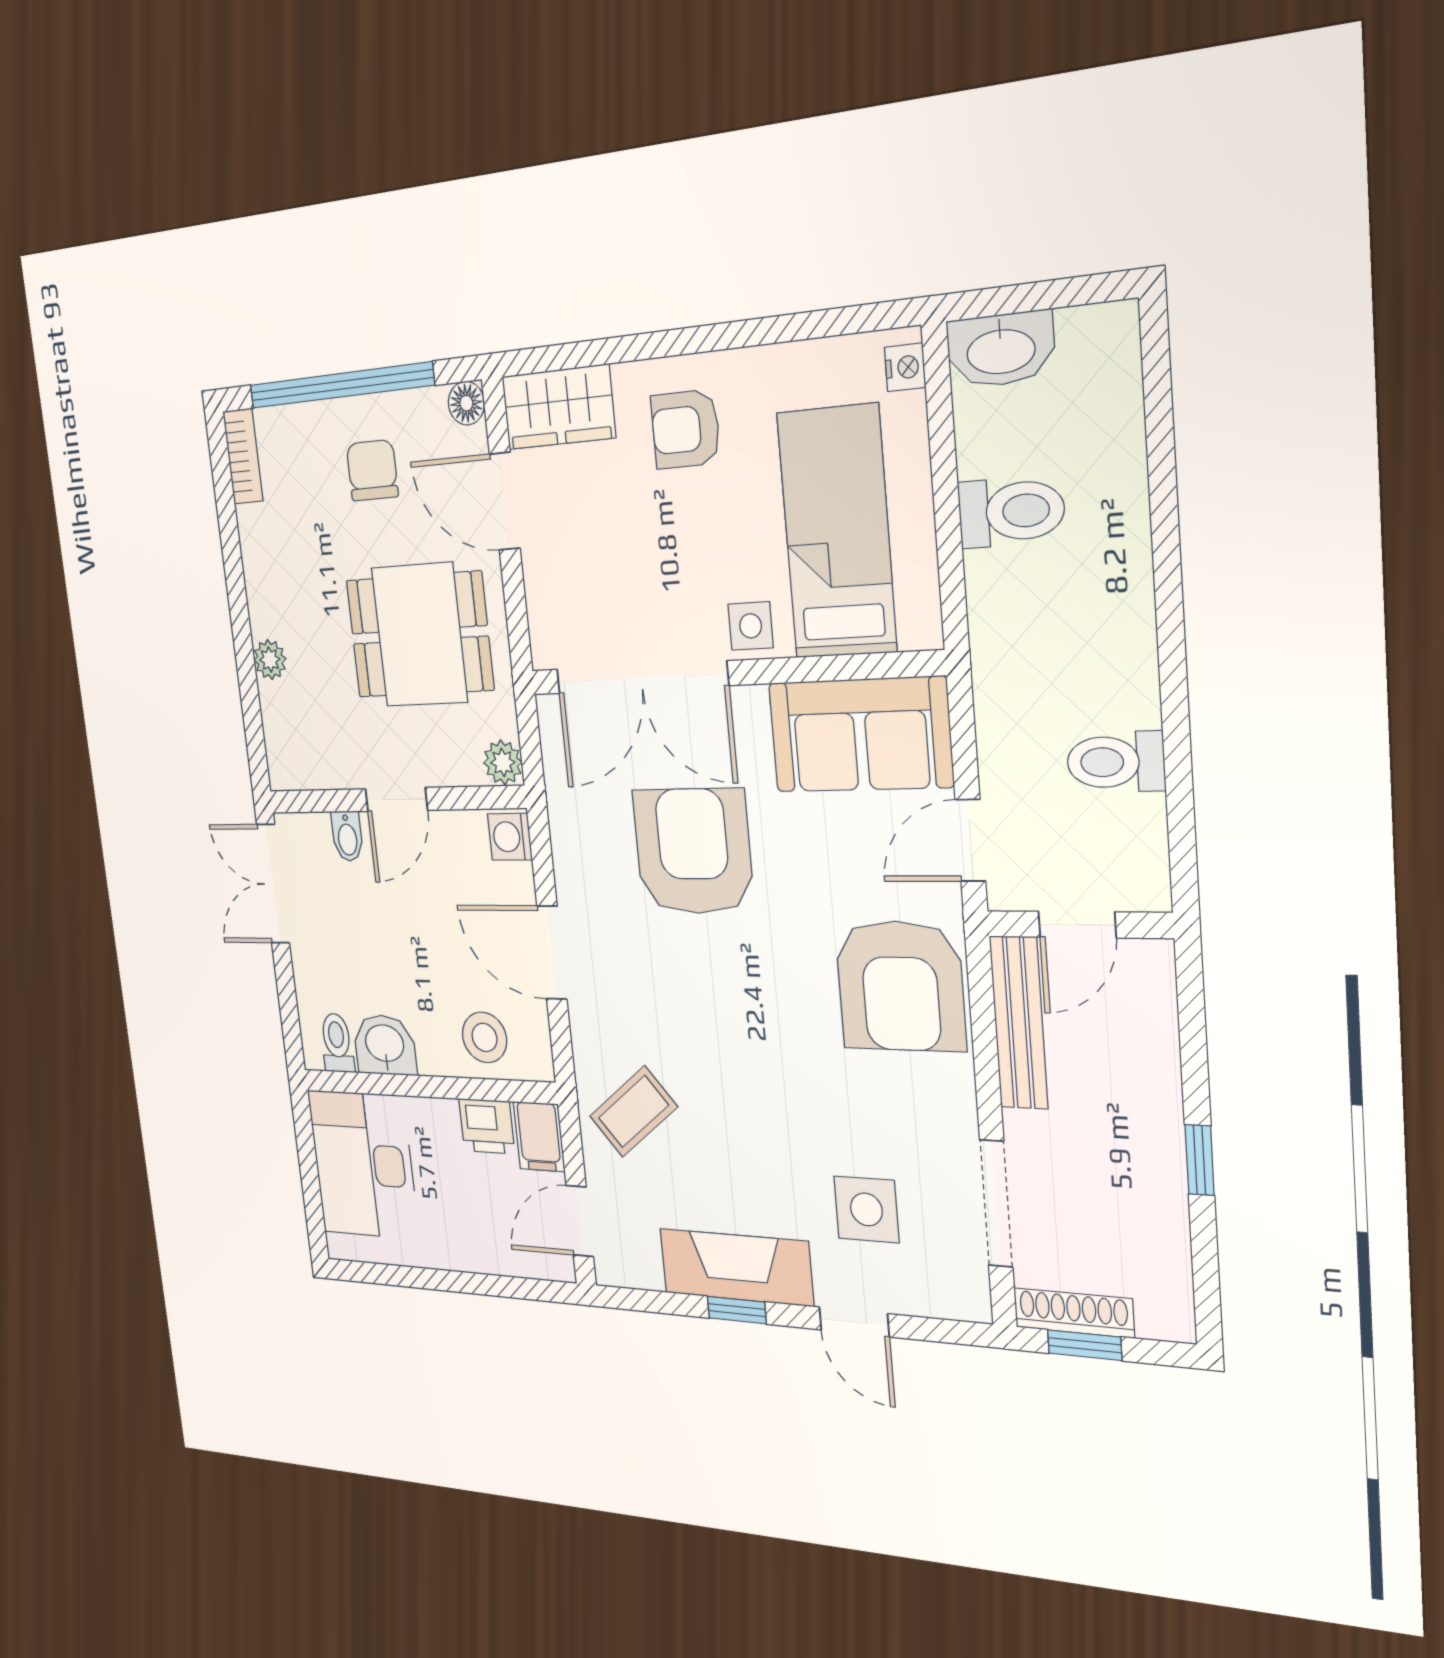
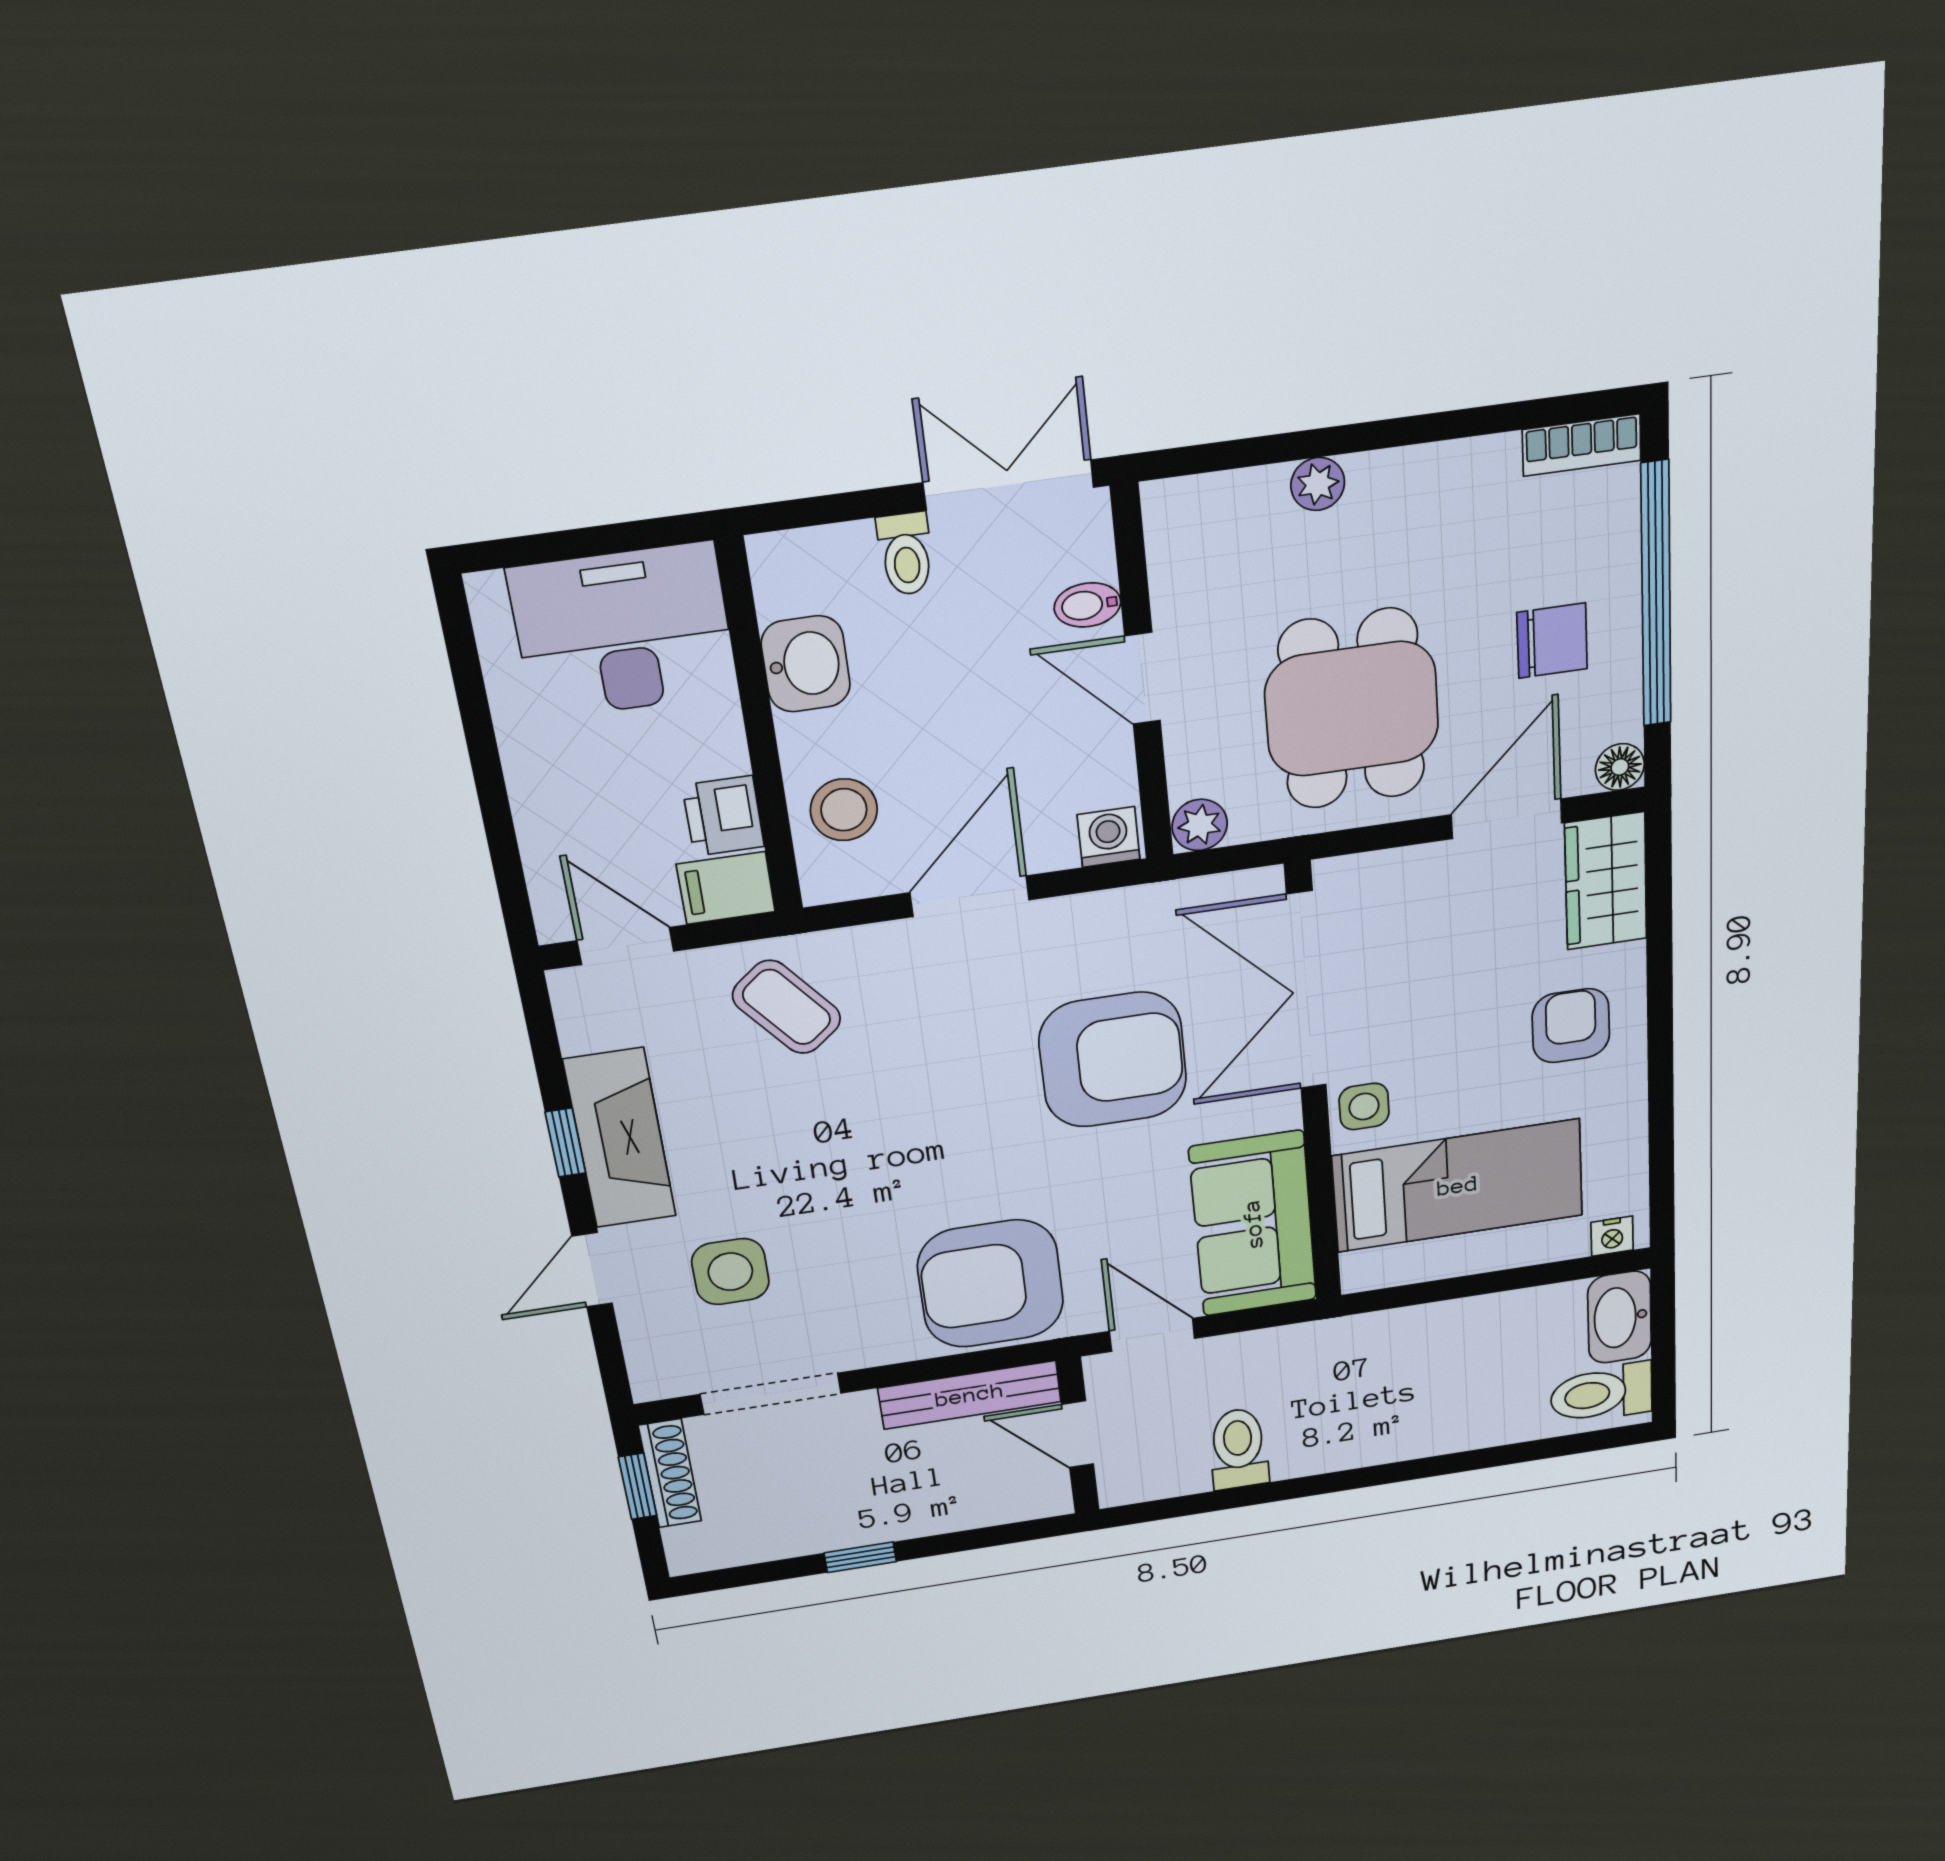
toilet: (1011, 512) -> (1601, 1393), moved, turned 90
toilet: (337, 1043) -> (906, 554), moved, turned 90

